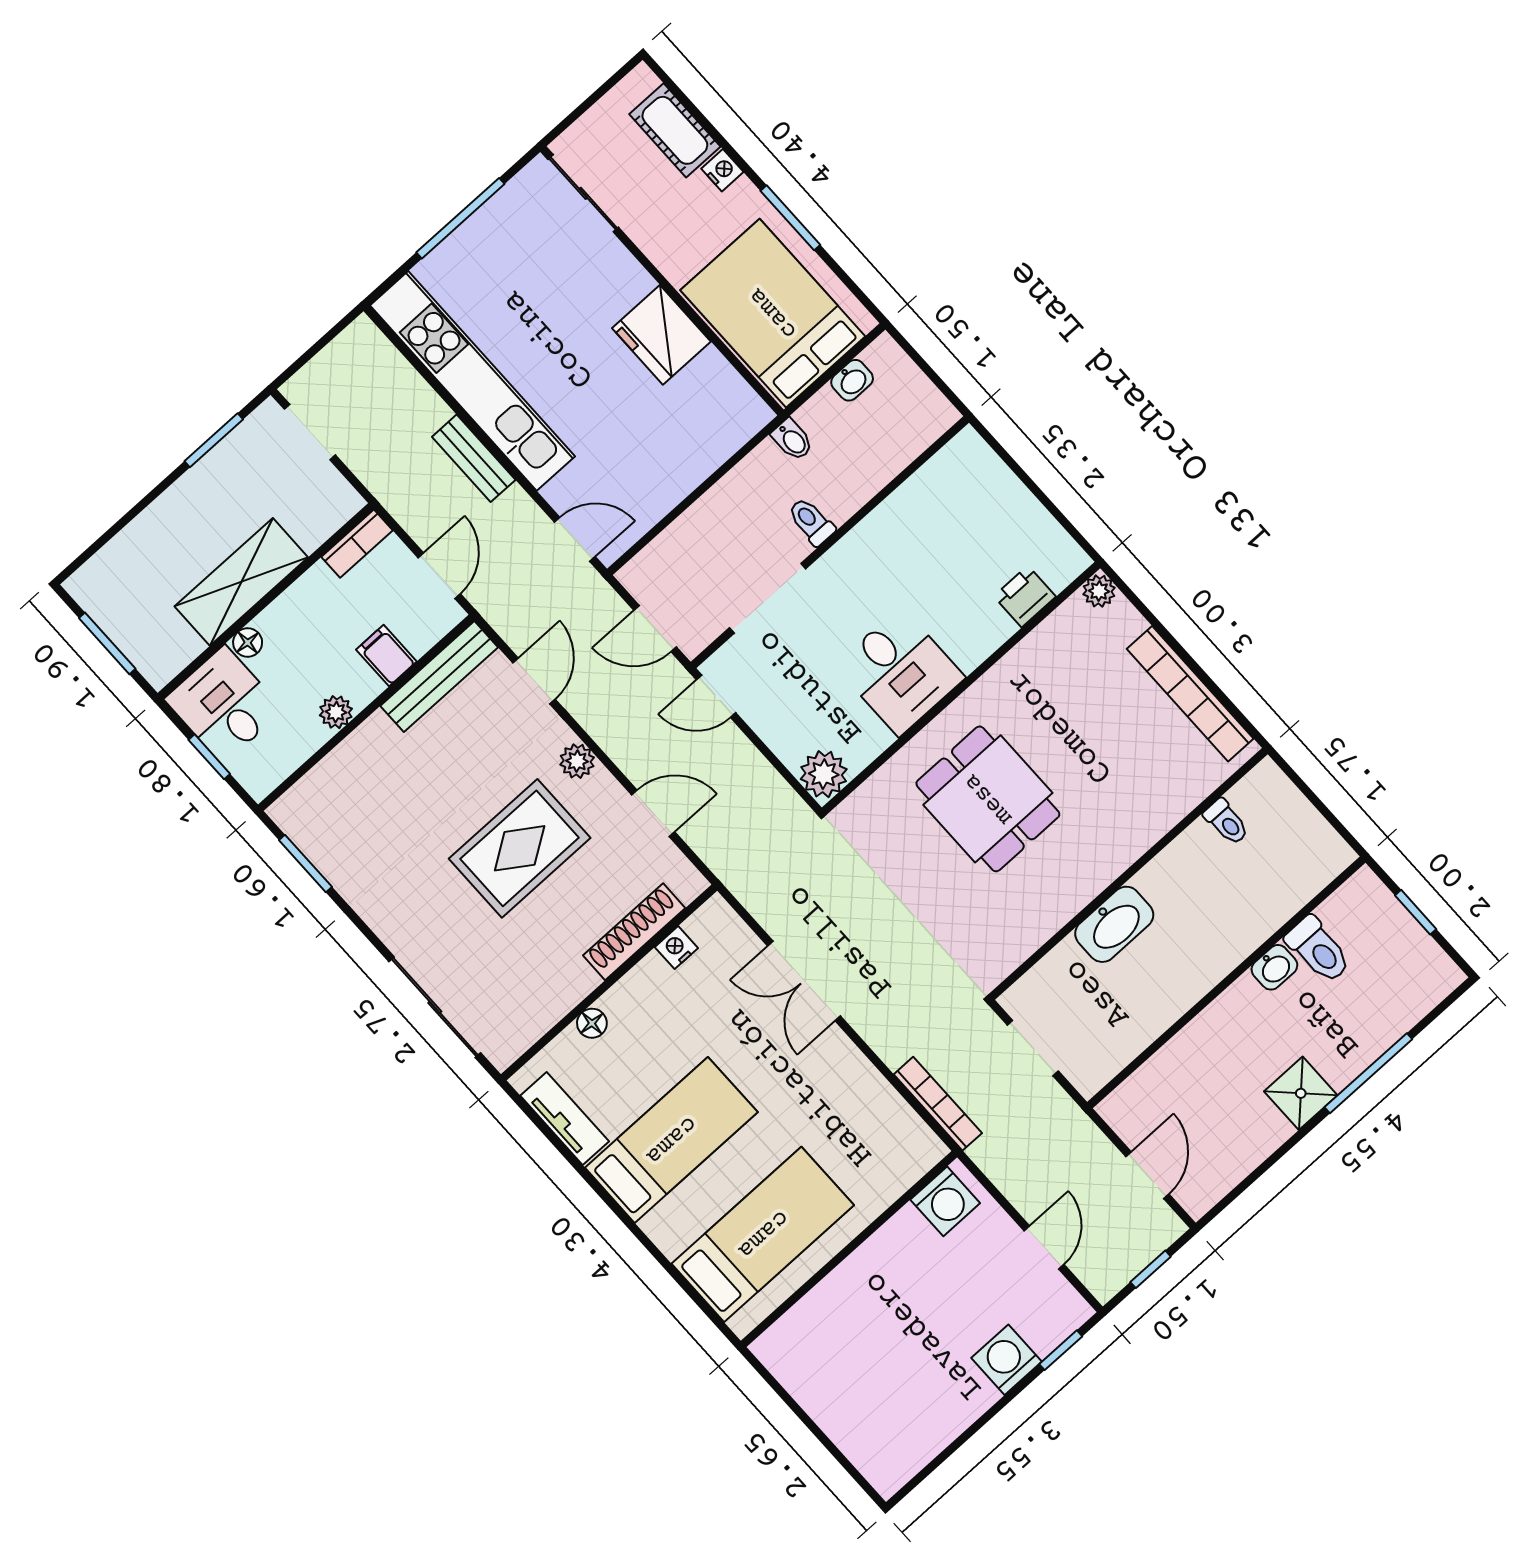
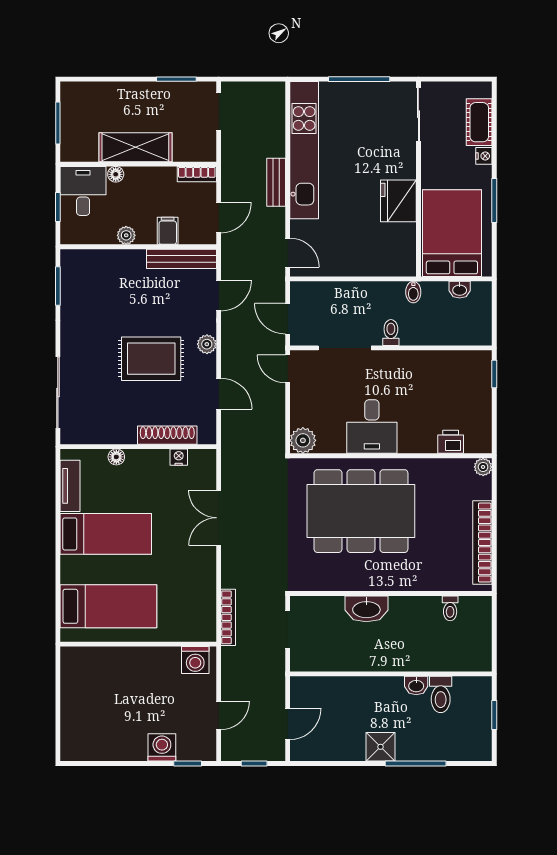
window: (1001, 452) -> (494, 374), added
dining table: (988, 799) -> (361, 511), width x1.88, depth x1.24

